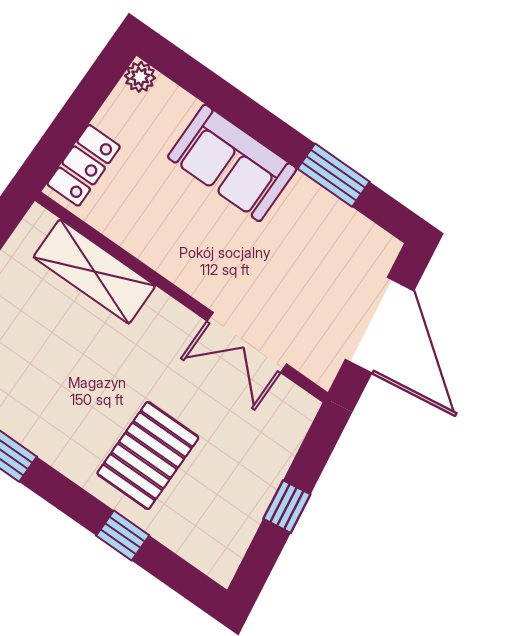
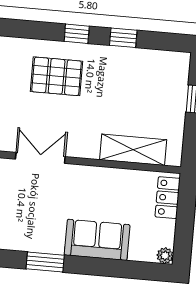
pallet: (148, 456) -> (57, 76), turned 90
window: (123, 535) -> (77, 34), moved

